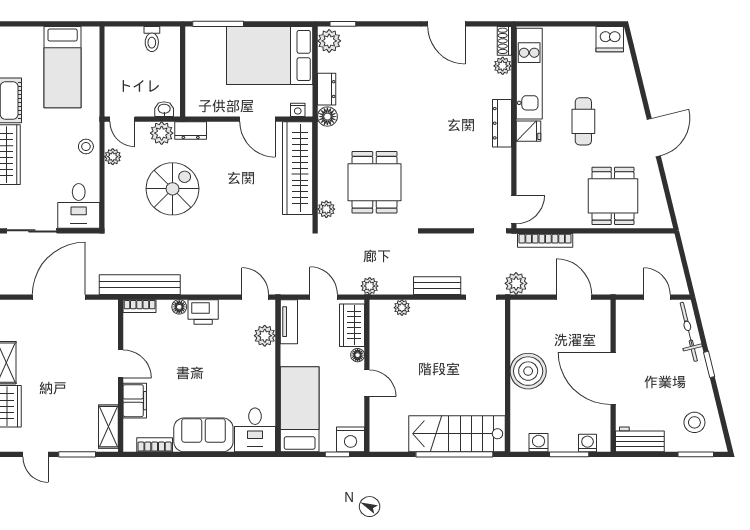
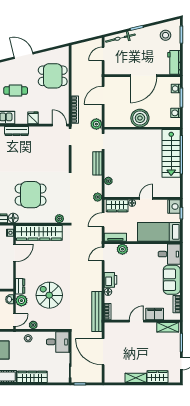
fridge: (529, 131) -> (33, 118), moved
dining table: (374, 182) -> (31, 195), moved

